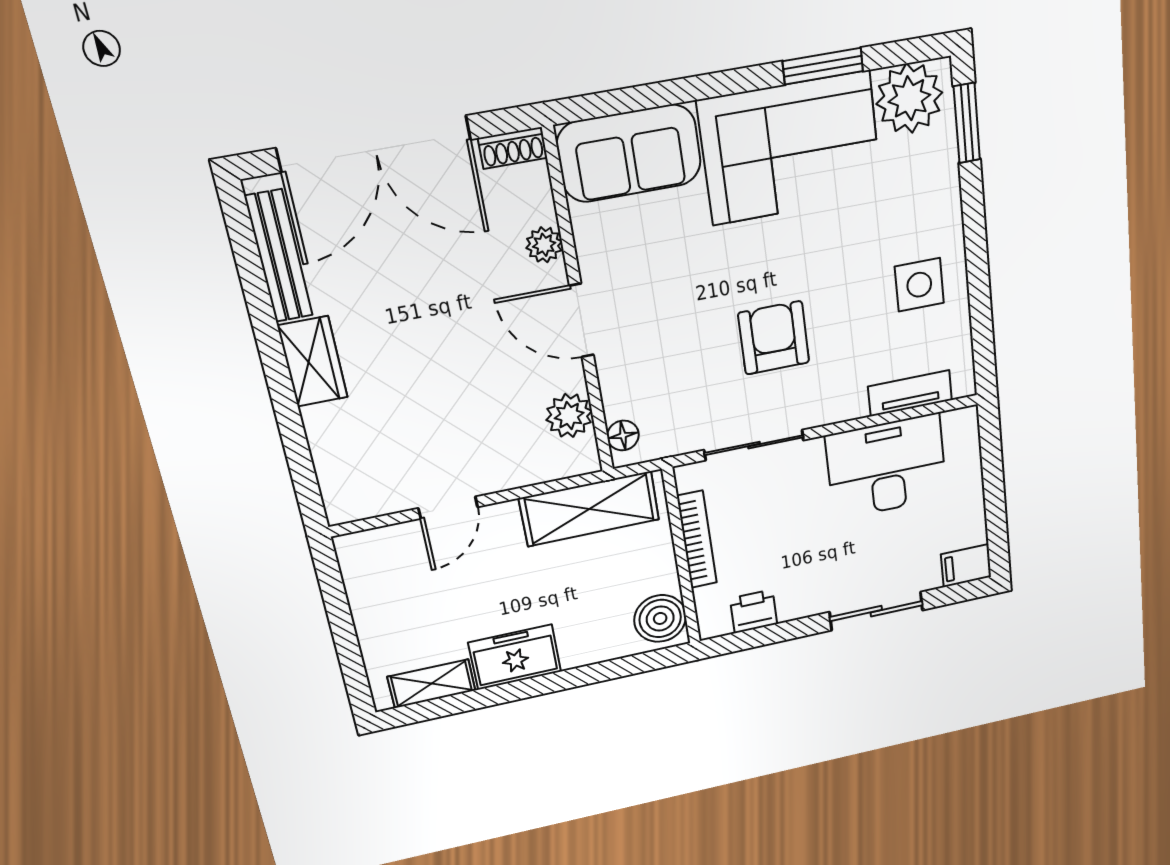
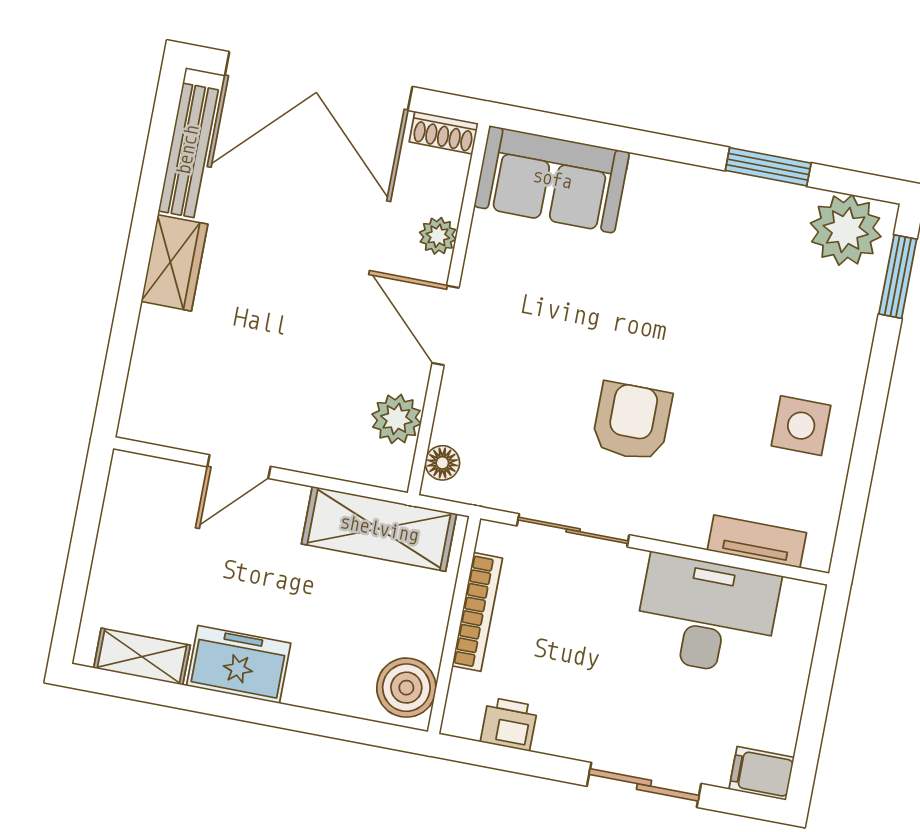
corner sofa: (791, 148) -> (711, 234), removed

